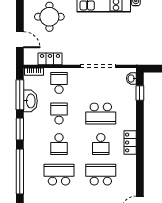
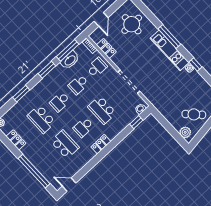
school desk: (59, 114) -> (78, 85), turned 180
window: (20, 171) -> (21, 94), width x0.47
school desk: (59, 175) -> (41, 119), turned 180

